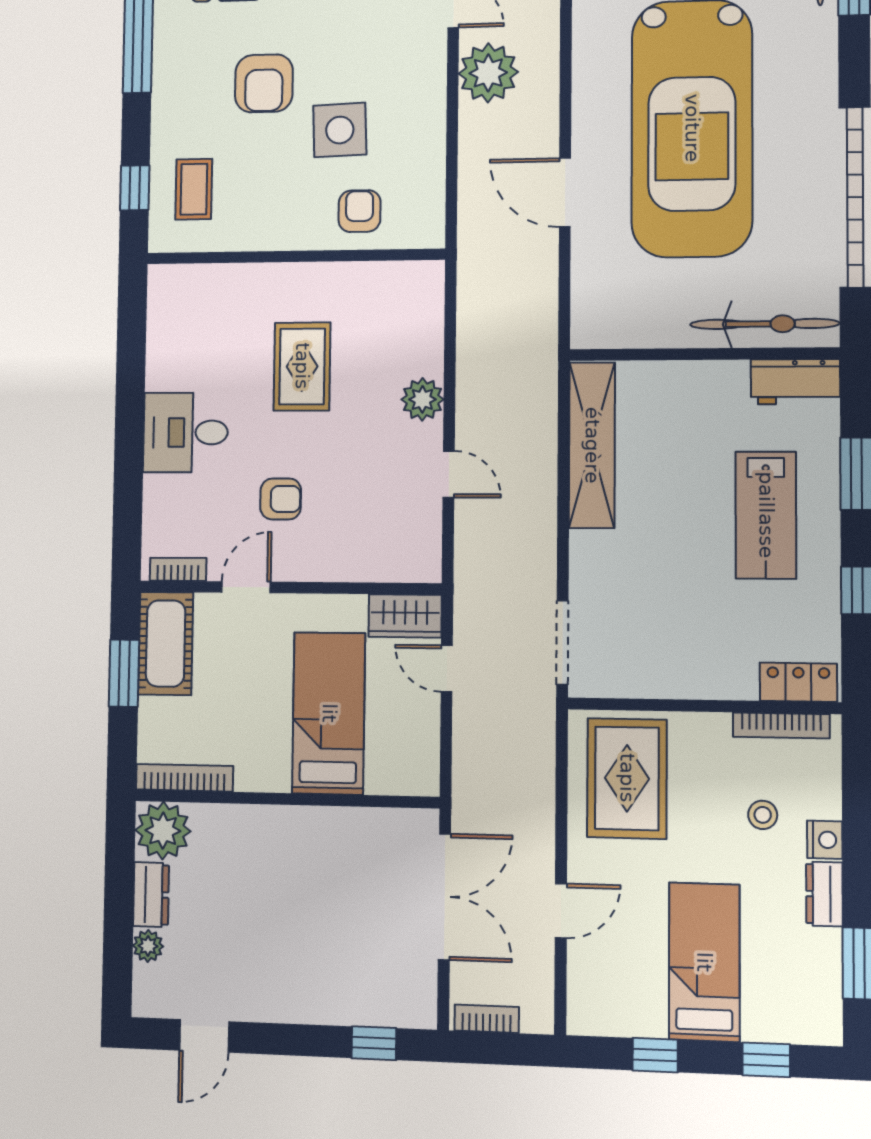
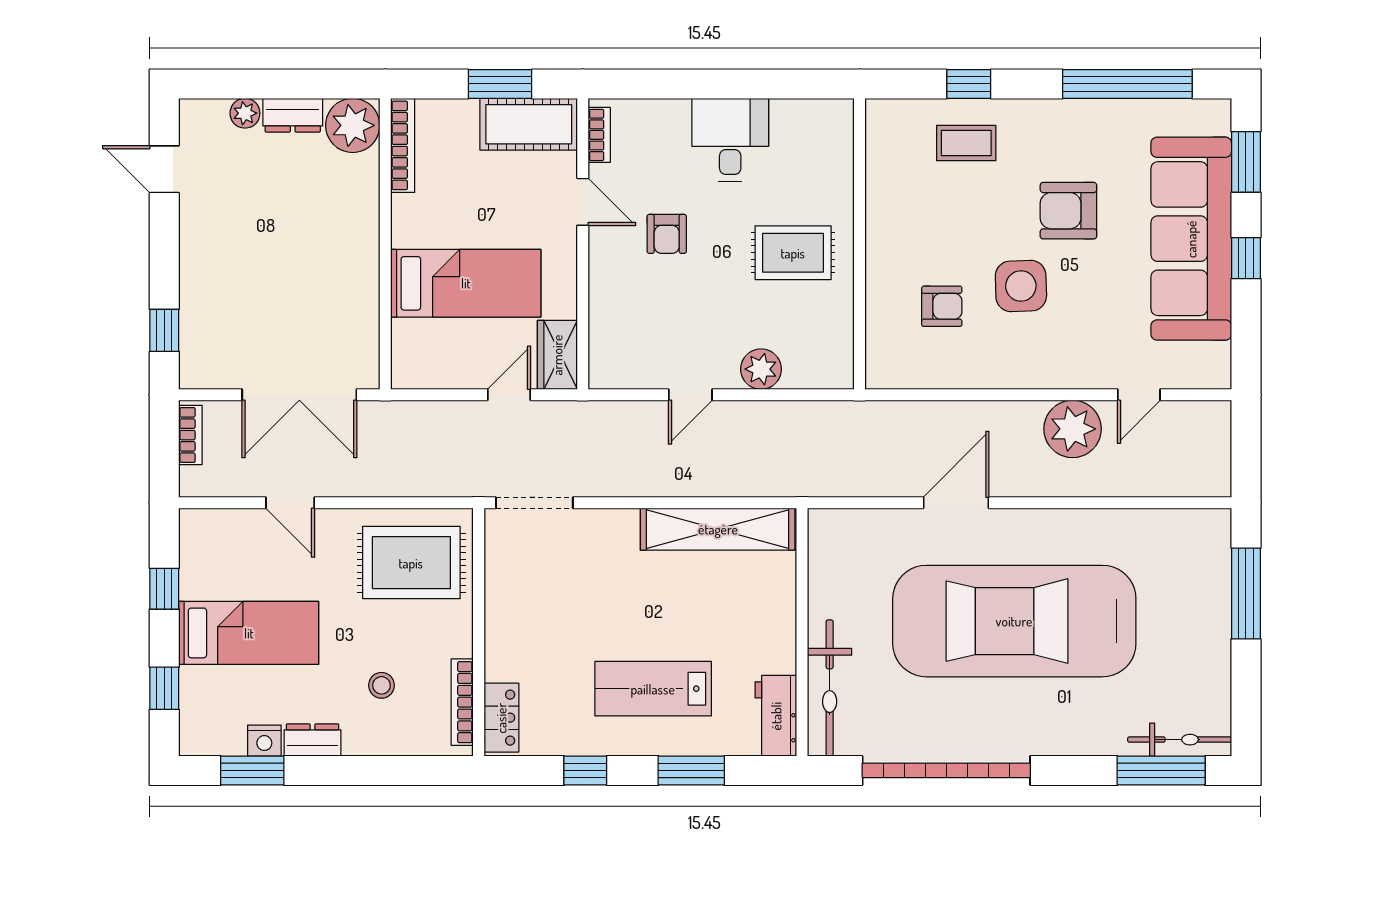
wall: (295, 256) -> (860, 244), moved
nightstand: (825, 840) -> (264, 741), moved

